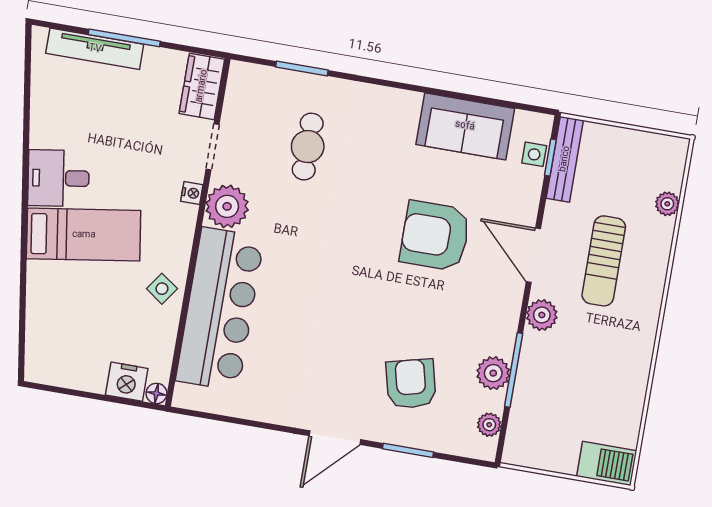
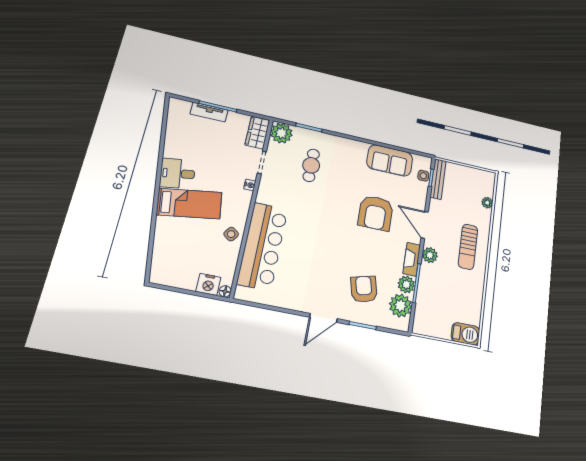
tv unit: (95, 49) -> (209, 112), width x0.71
plant: (227, 206) -> (281, 133), moved
armchair: (435, 236) -> (376, 213), turned -90
sun lounger: (604, 261) -> (468, 247), moved
fireplace: (505, 324) -> (412, 259), added
plant: (489, 425) -> (400, 306), width x1.87, depth x1.87

